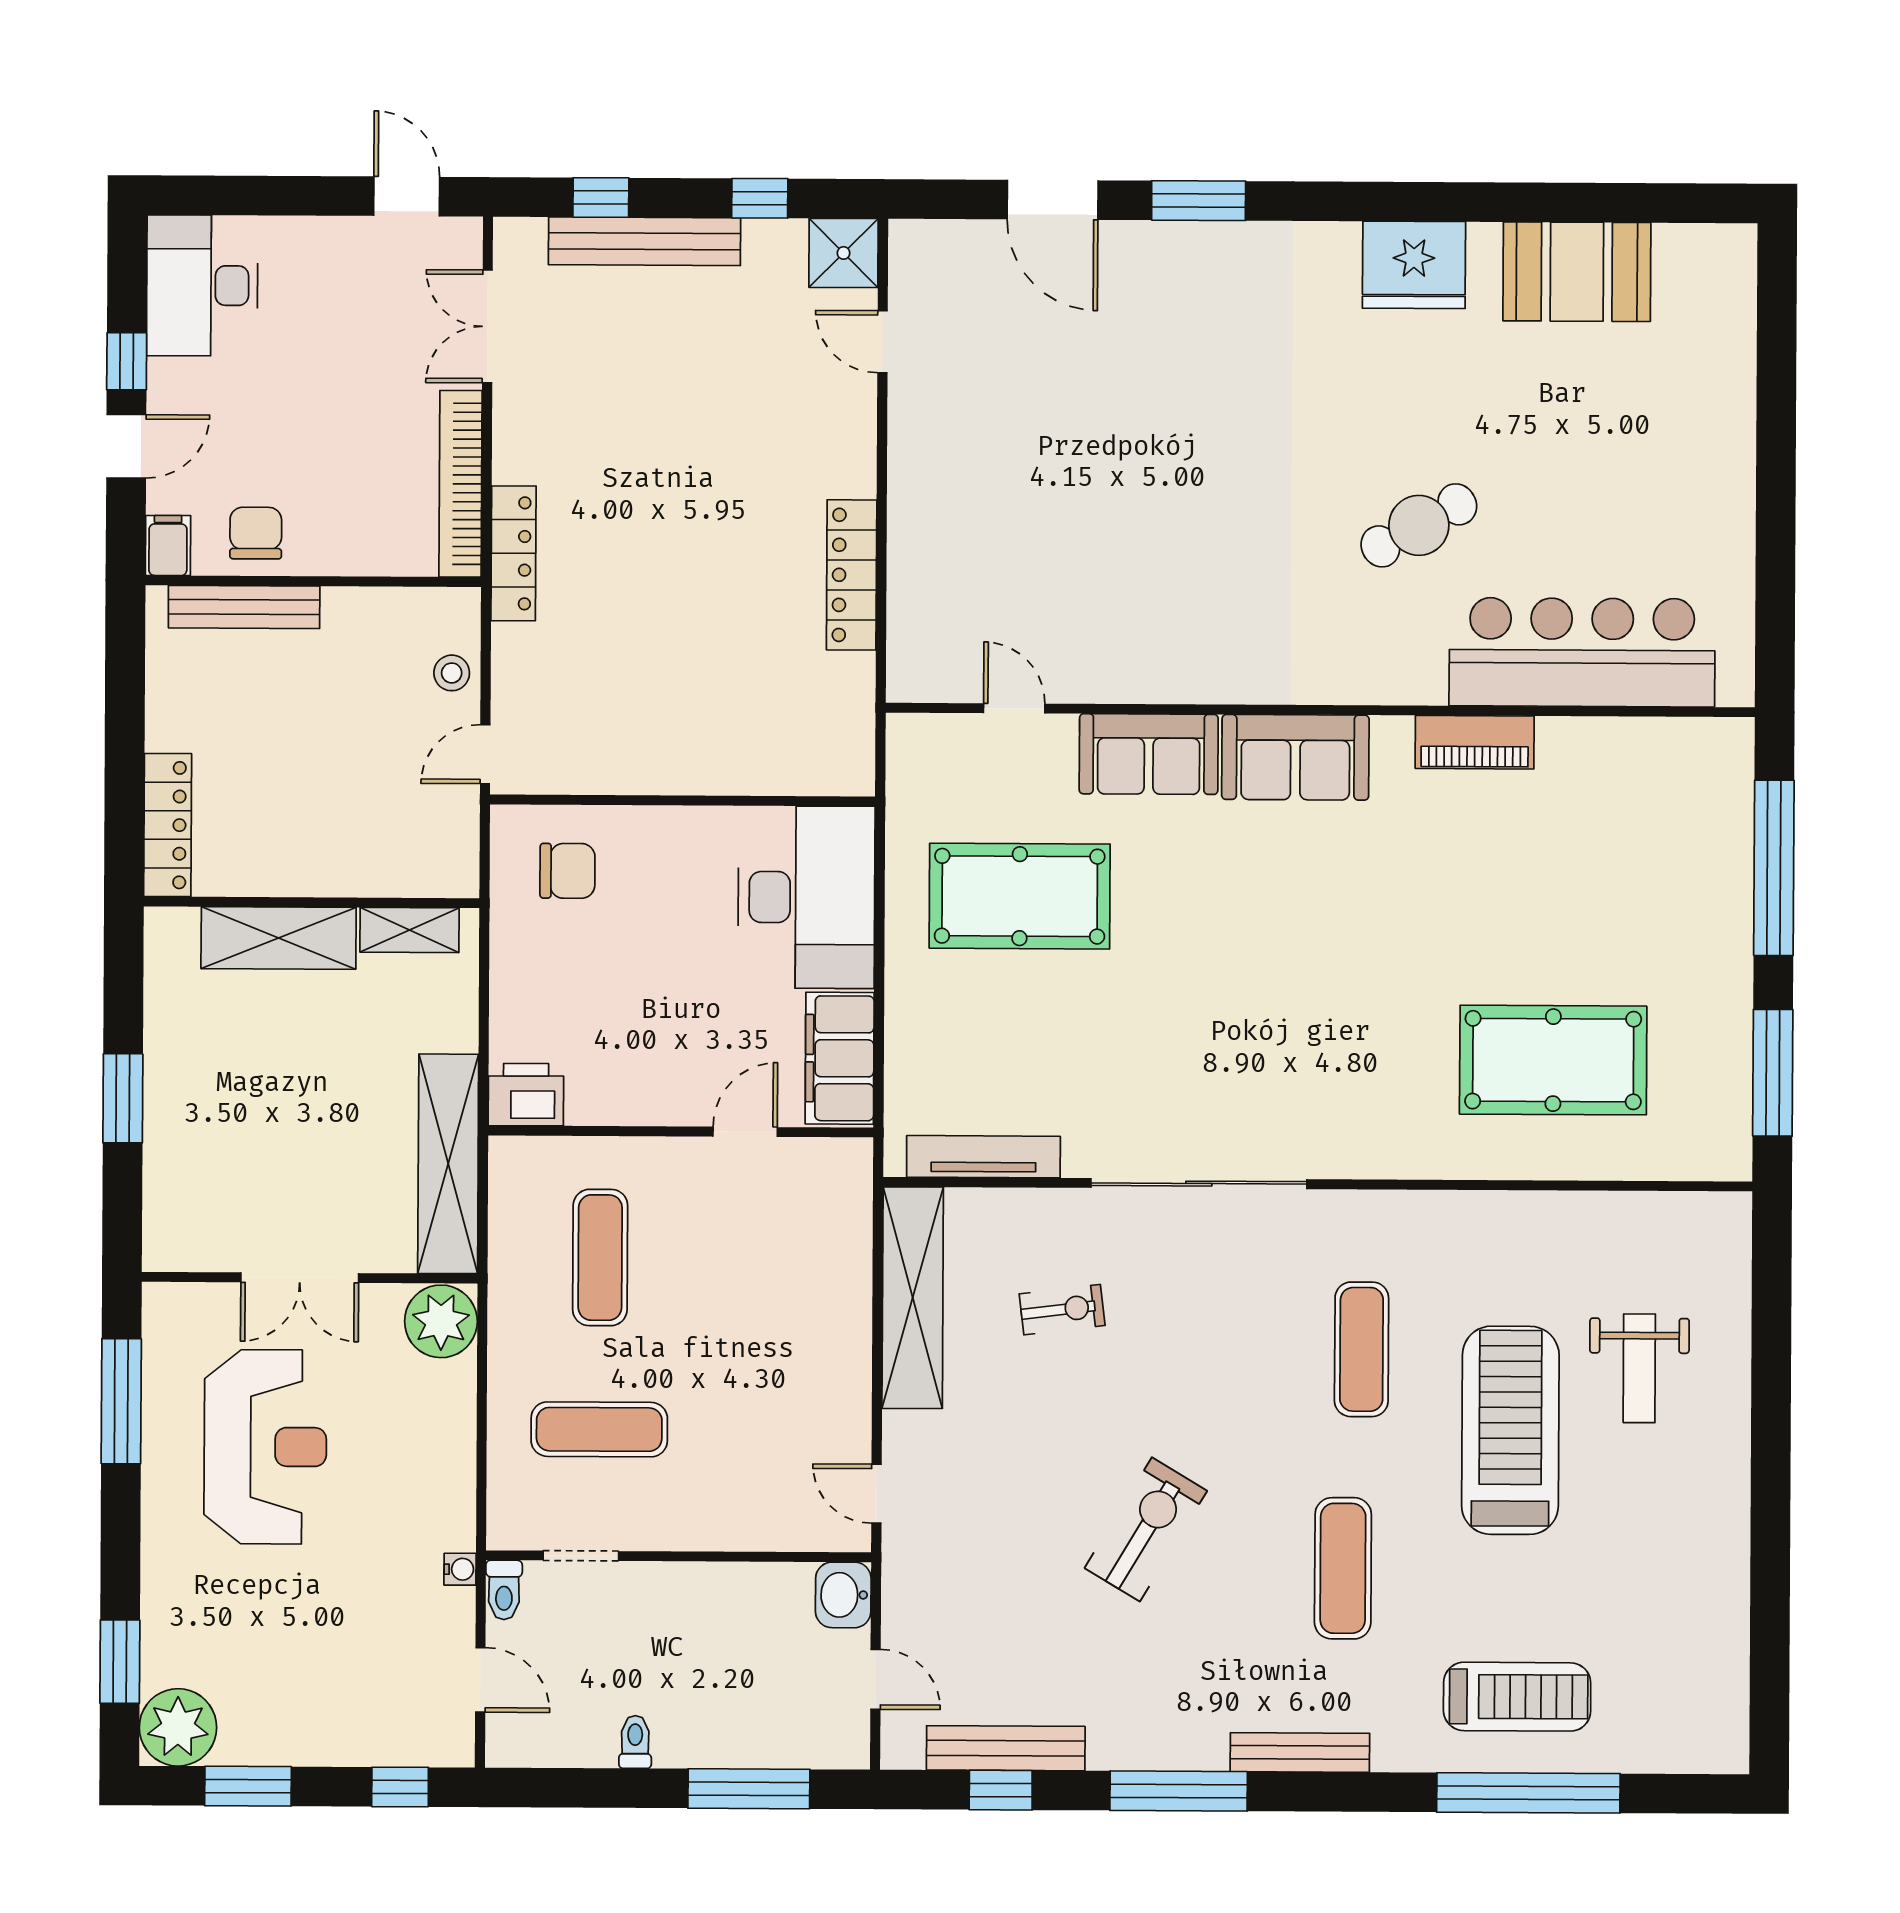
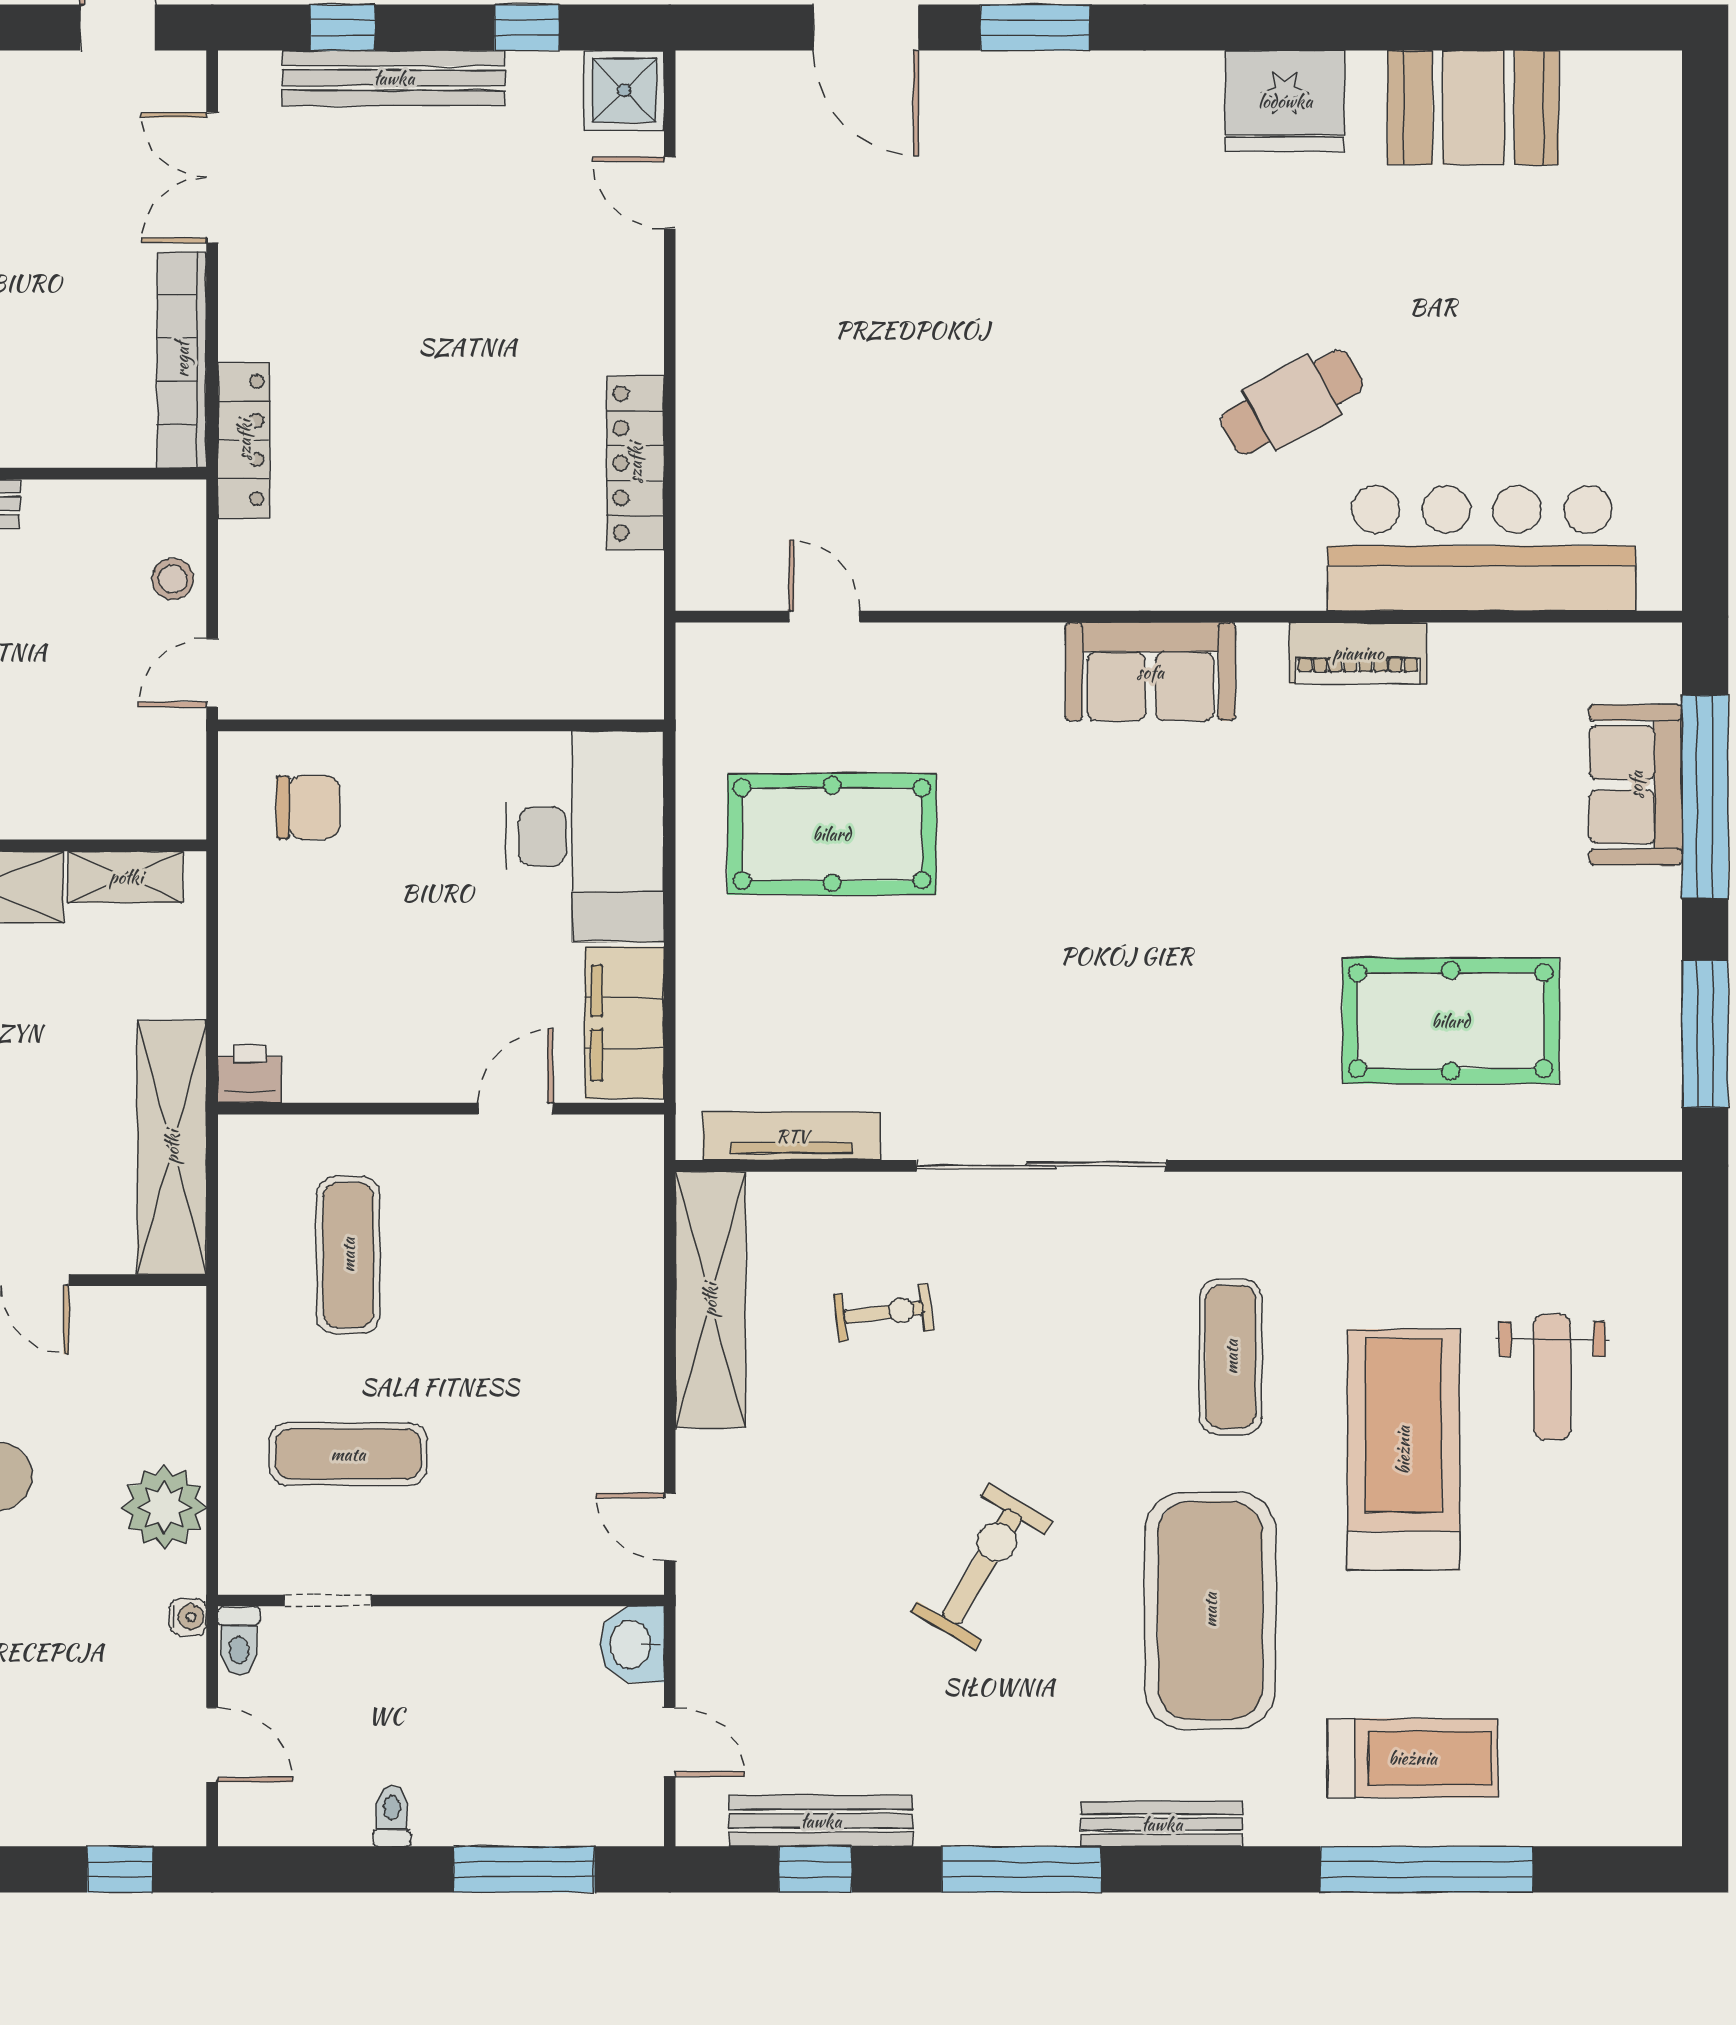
sofa: (1149, 754) -> (1636, 785), moved, turned 90
printer: (526, 1095) -> (250, 1074), width x0.73, depth x0.81
plant: (441, 1321) -> (164, 1507), moved
exercise mat: (1343, 1568) -> (1210, 1610), width x2.00, depth x1.45

